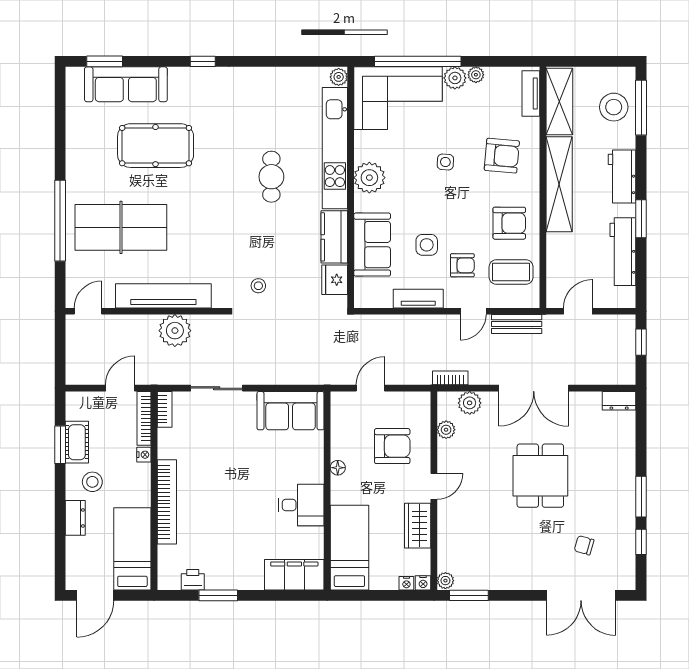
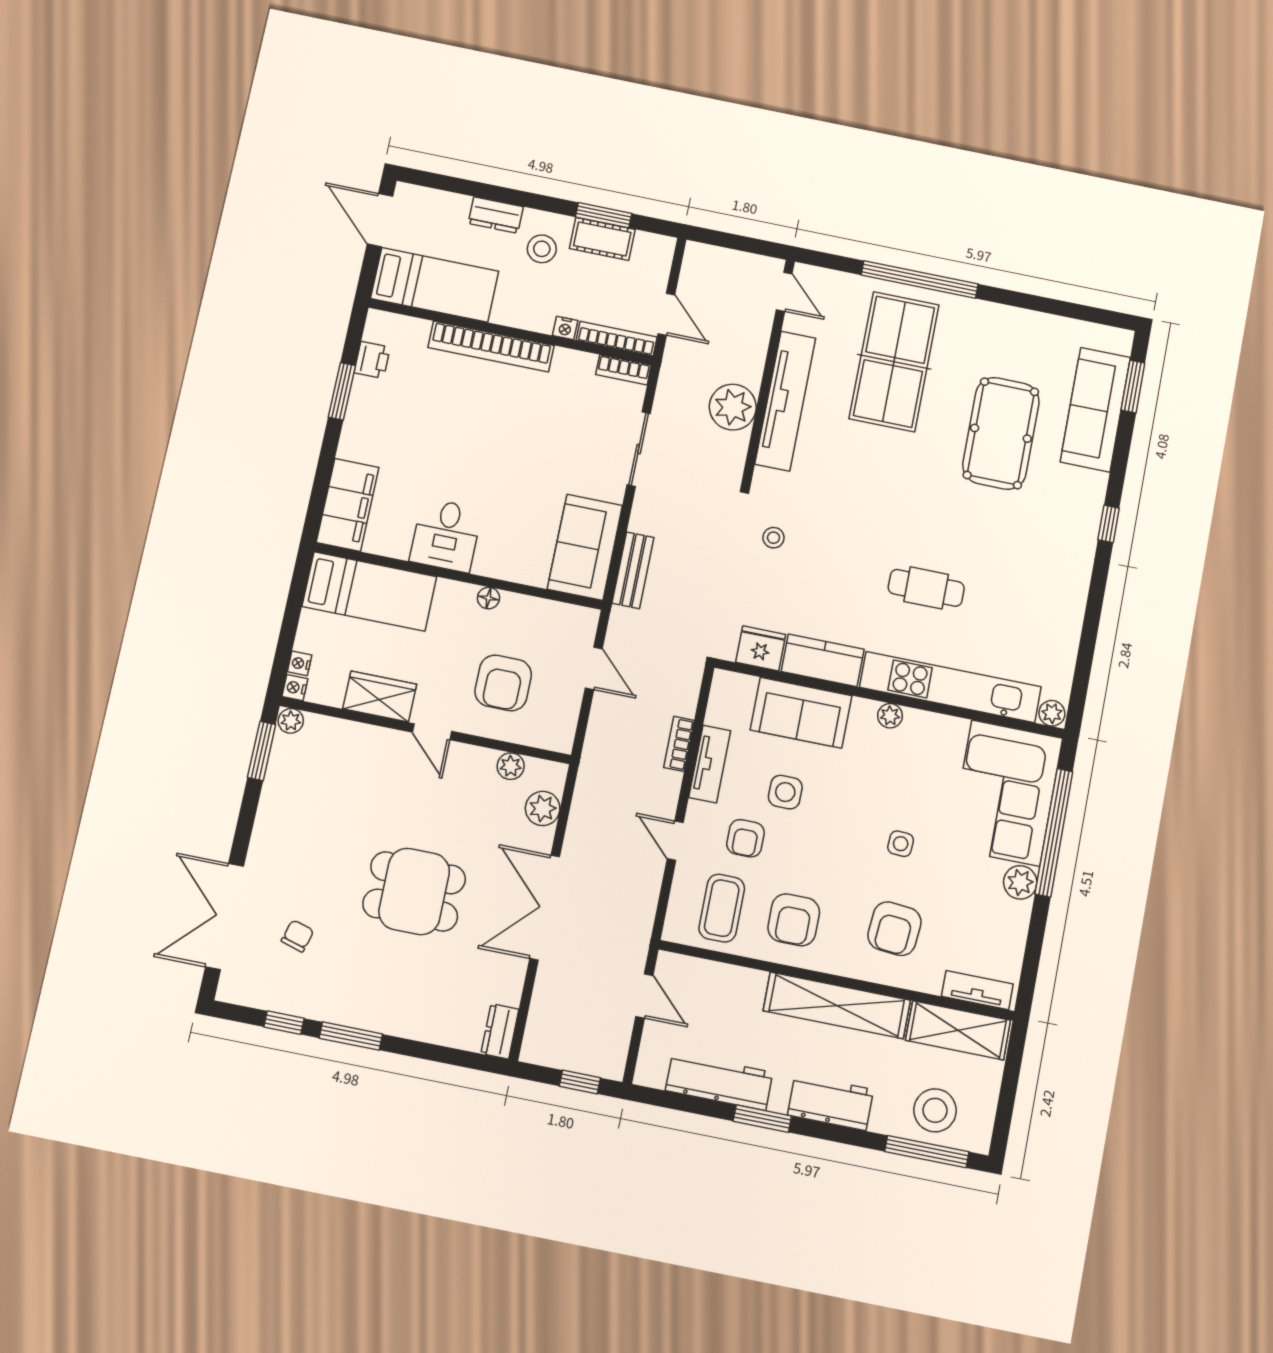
plant: (476, 75) -> (1019, 914), removed
plant: (369, 178) -> (890, 716), width x0.53, depth x0.53
bench: (517, 324) -> (633, 570), moved
bookcase: (450, 378) -> (679, 744), moved, turned 180

